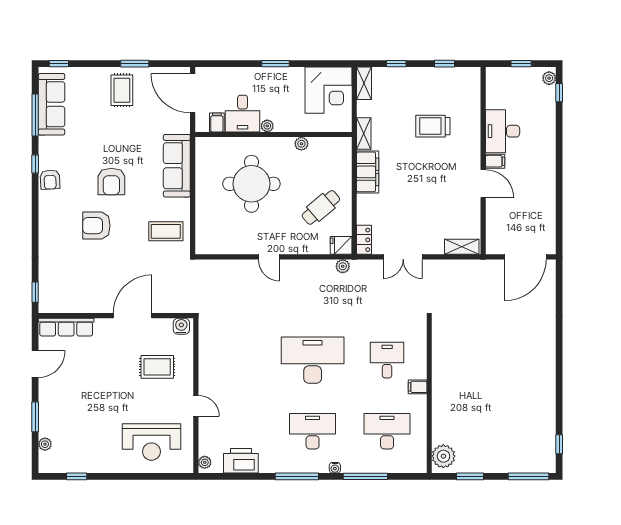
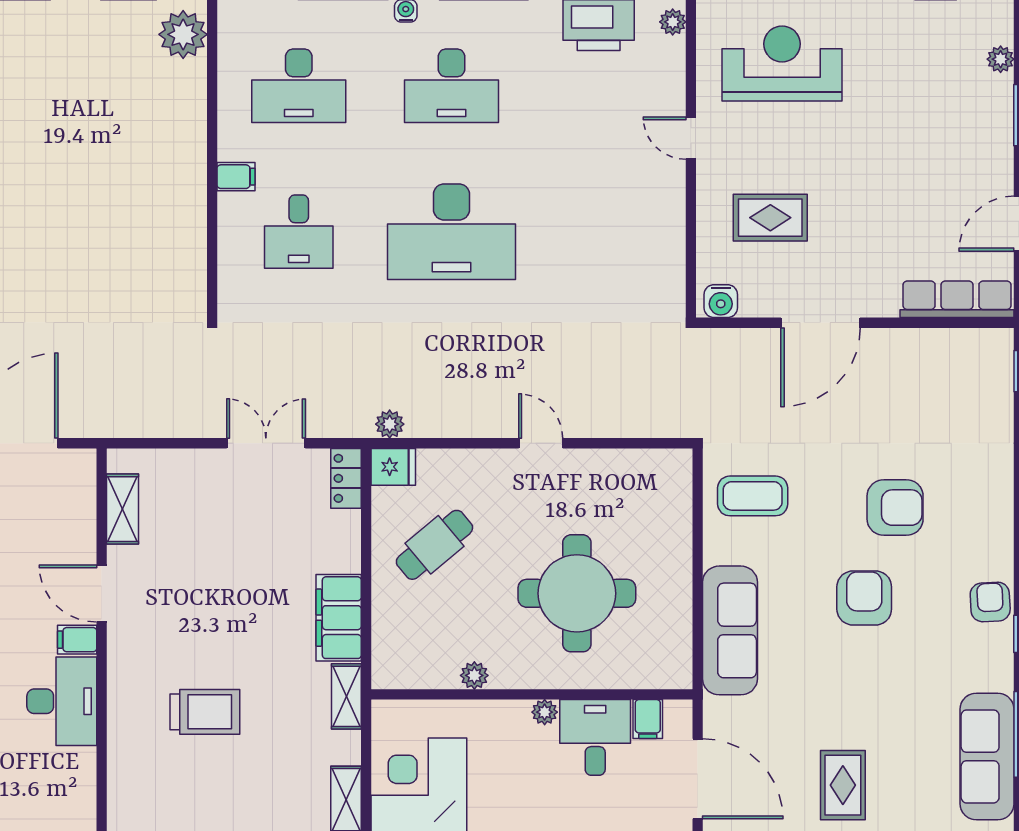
shelving: (462, 247) -> (122, 509), moved, turned 90

